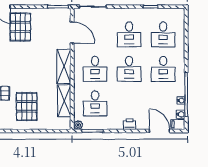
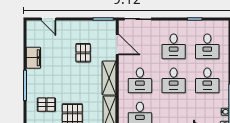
pallet: (20, 27) -> (83, 53), moved, width x0.67, depth x0.71

